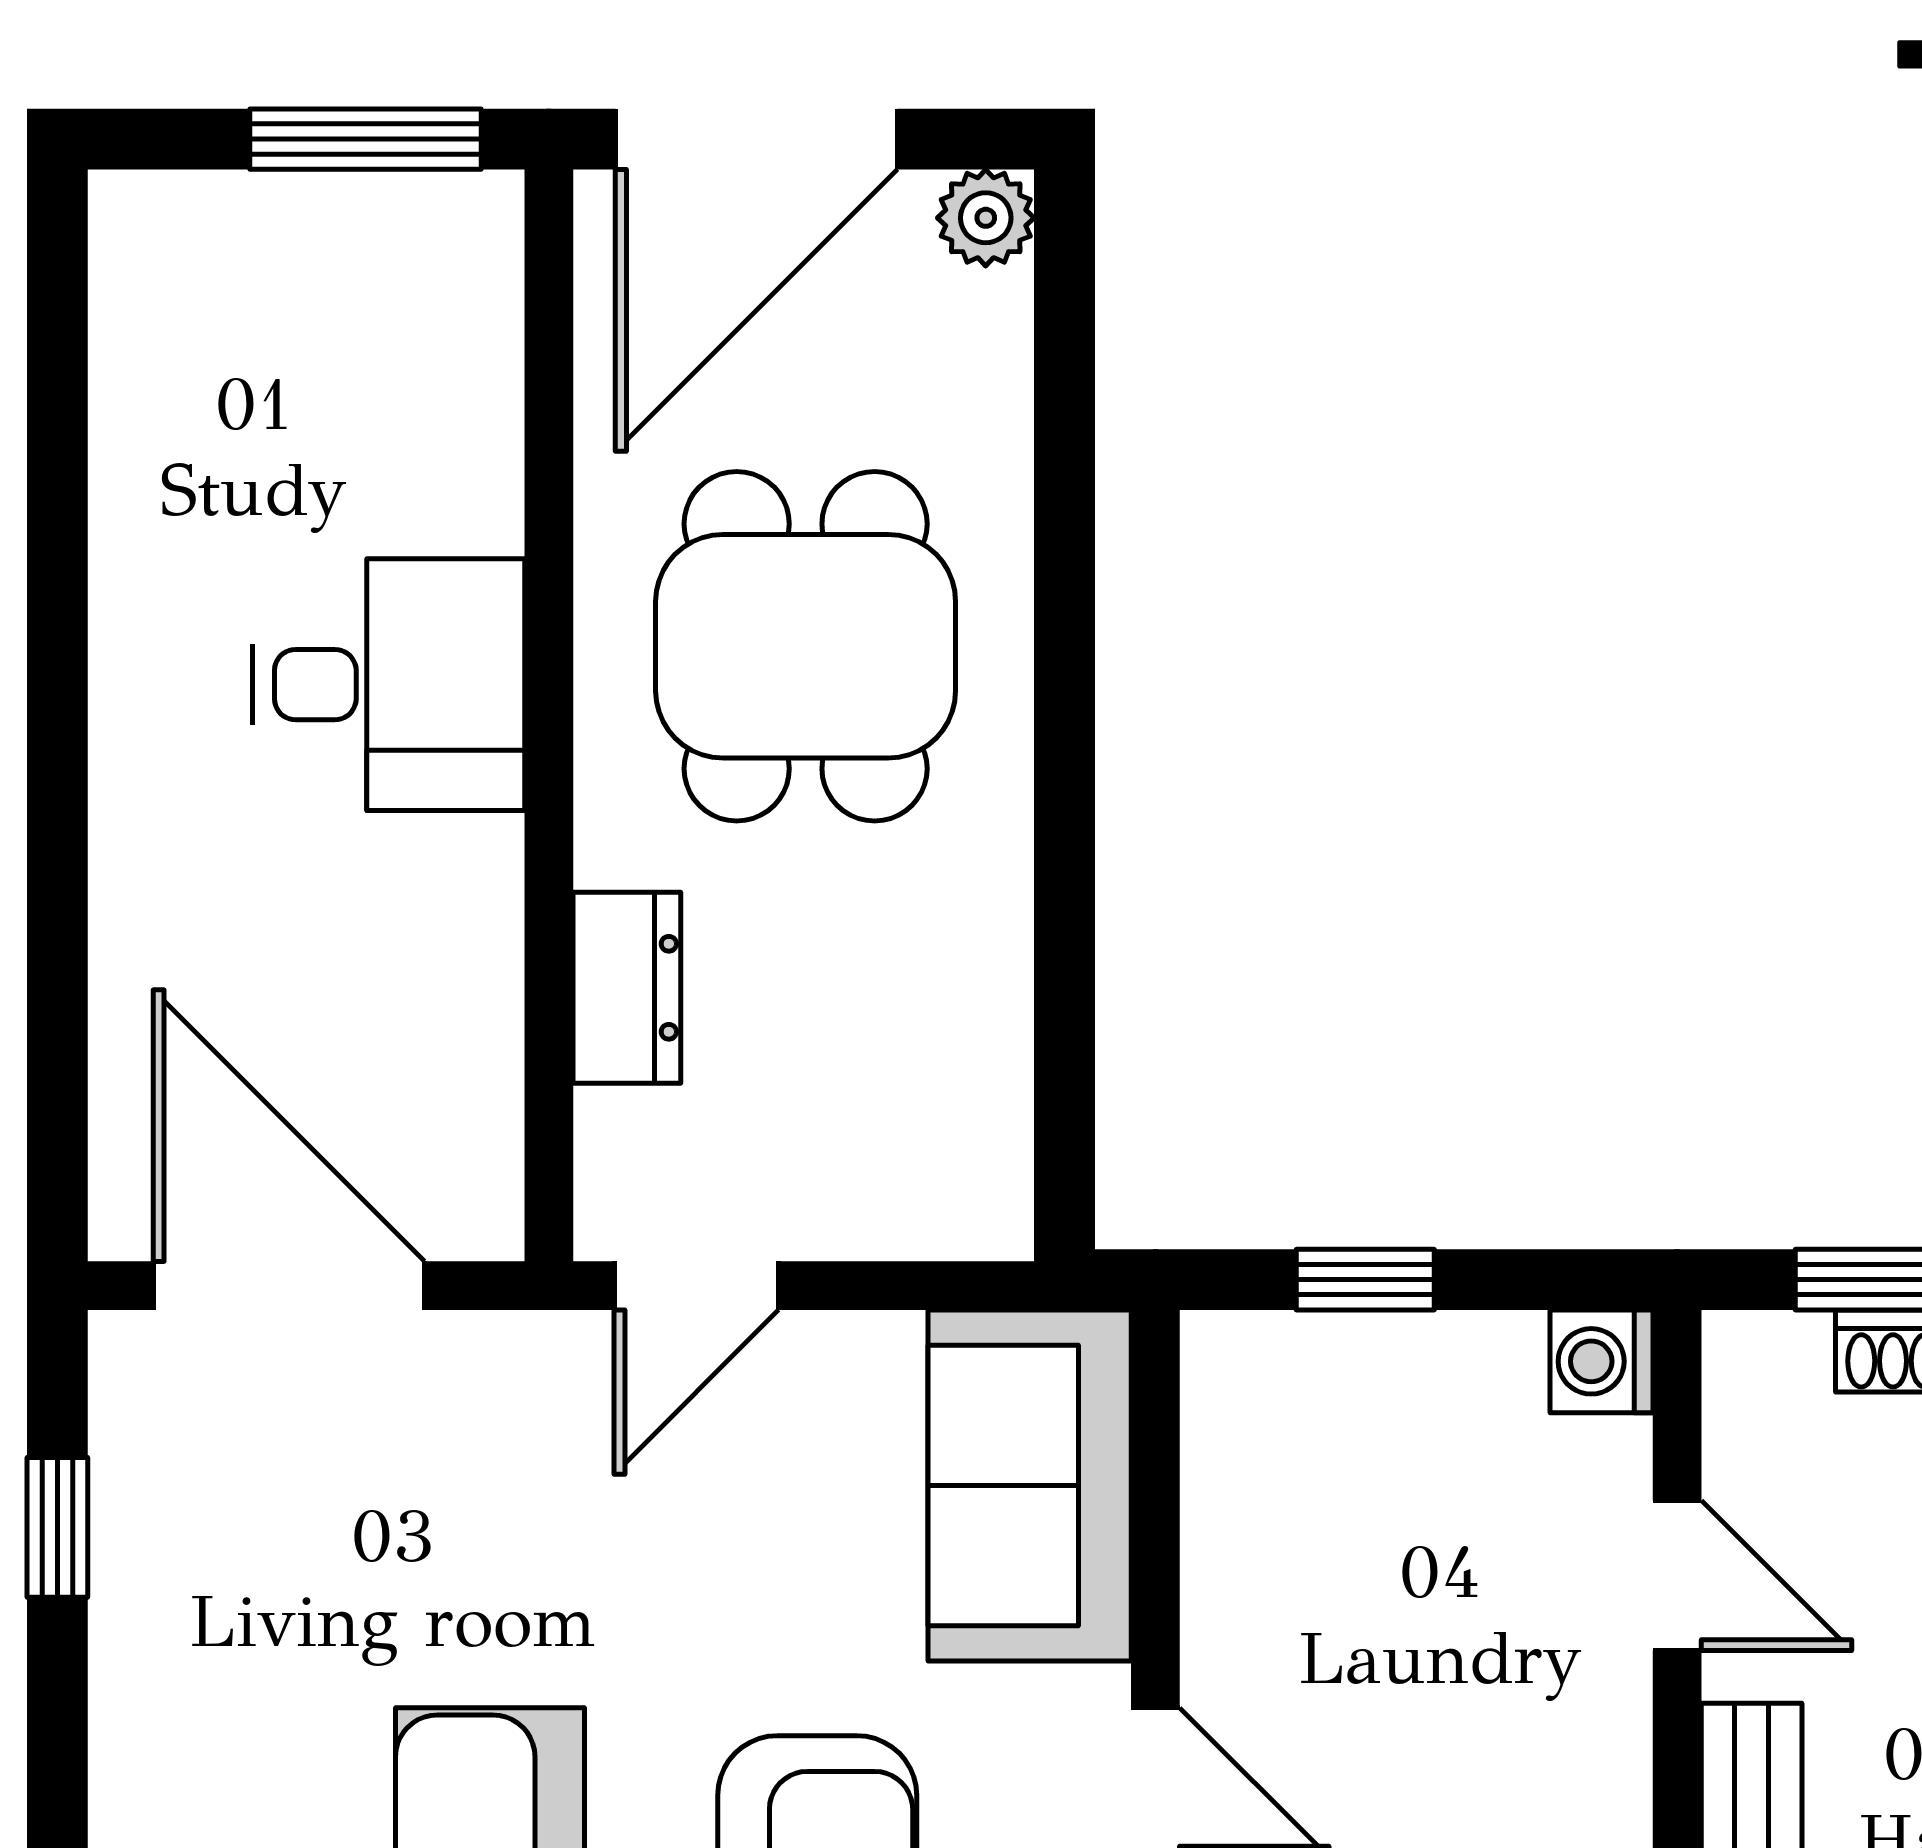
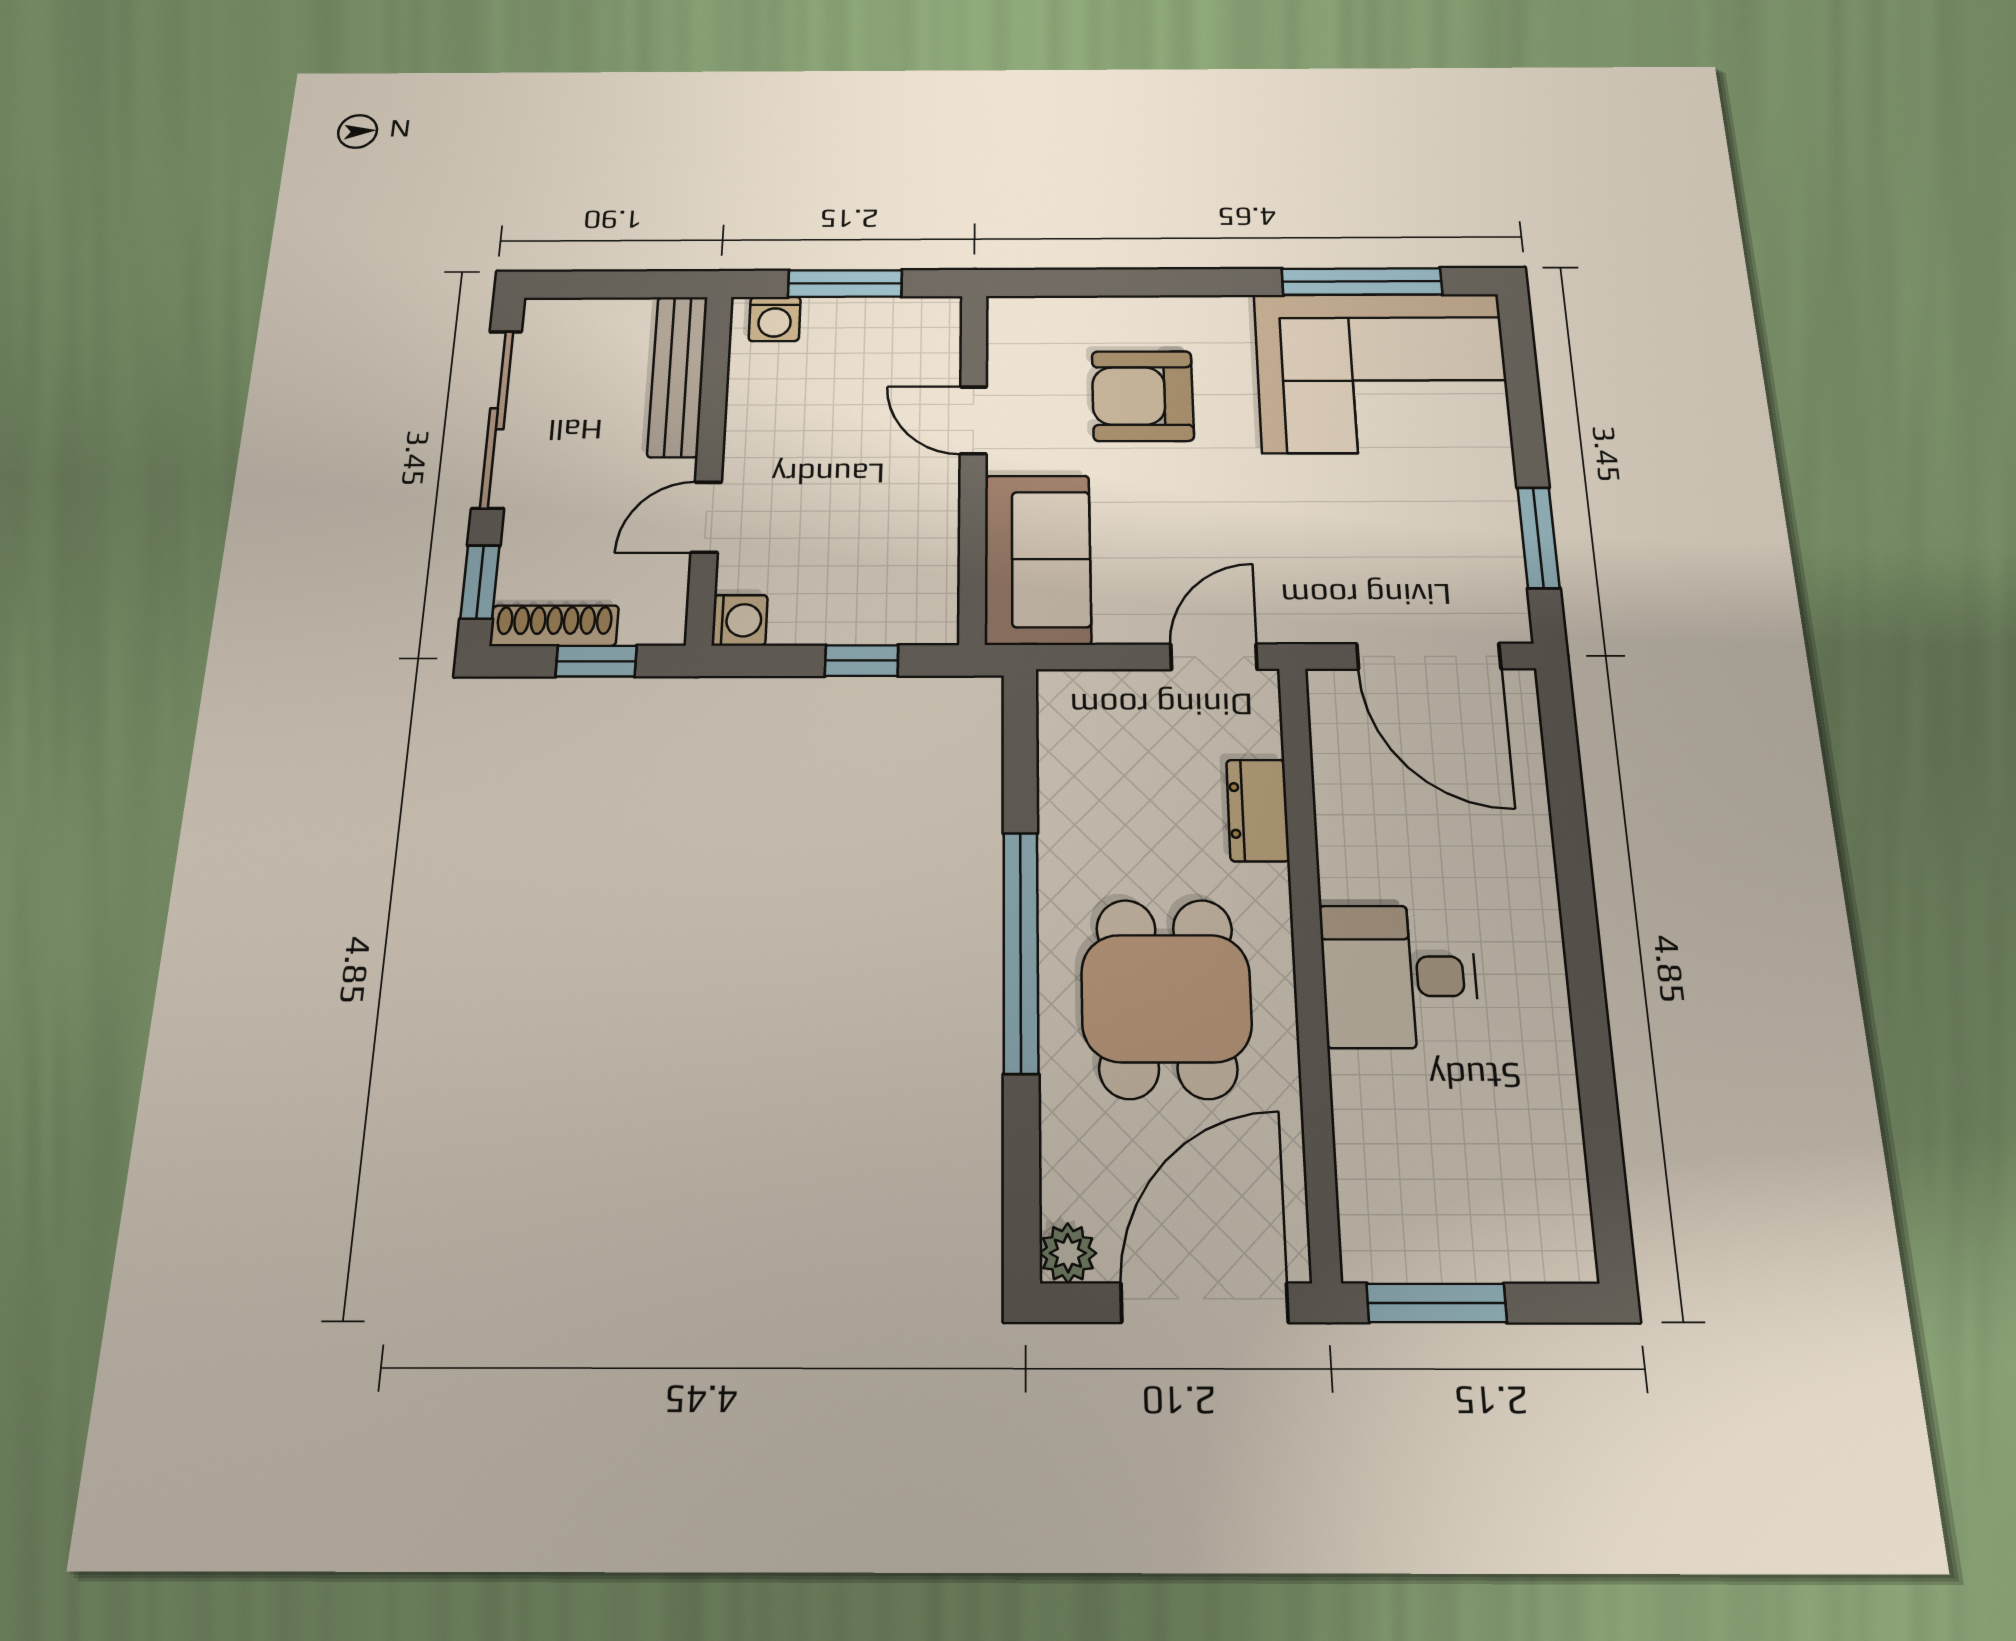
window: (1064, 730) -> (1021, 951), added
window: (57, 1527) -> (1539, 538), width x1.50
door: (1677, 1575) -> (706, 517), hinge flipped

